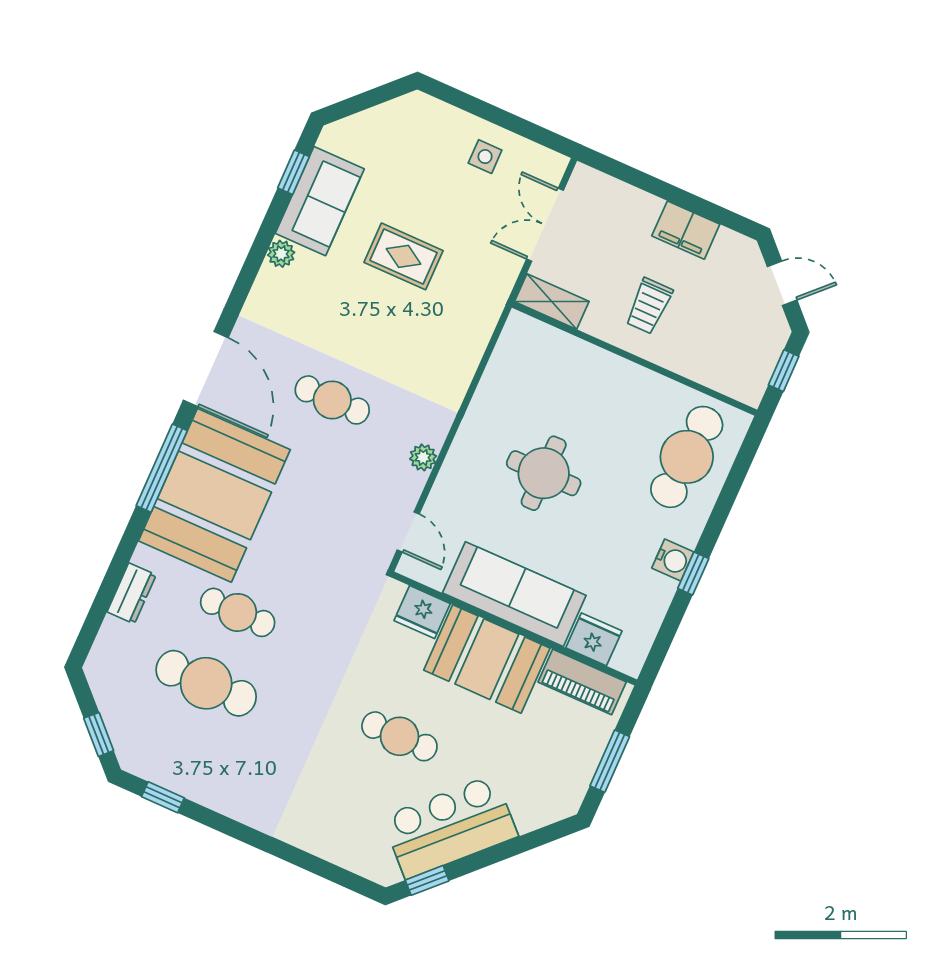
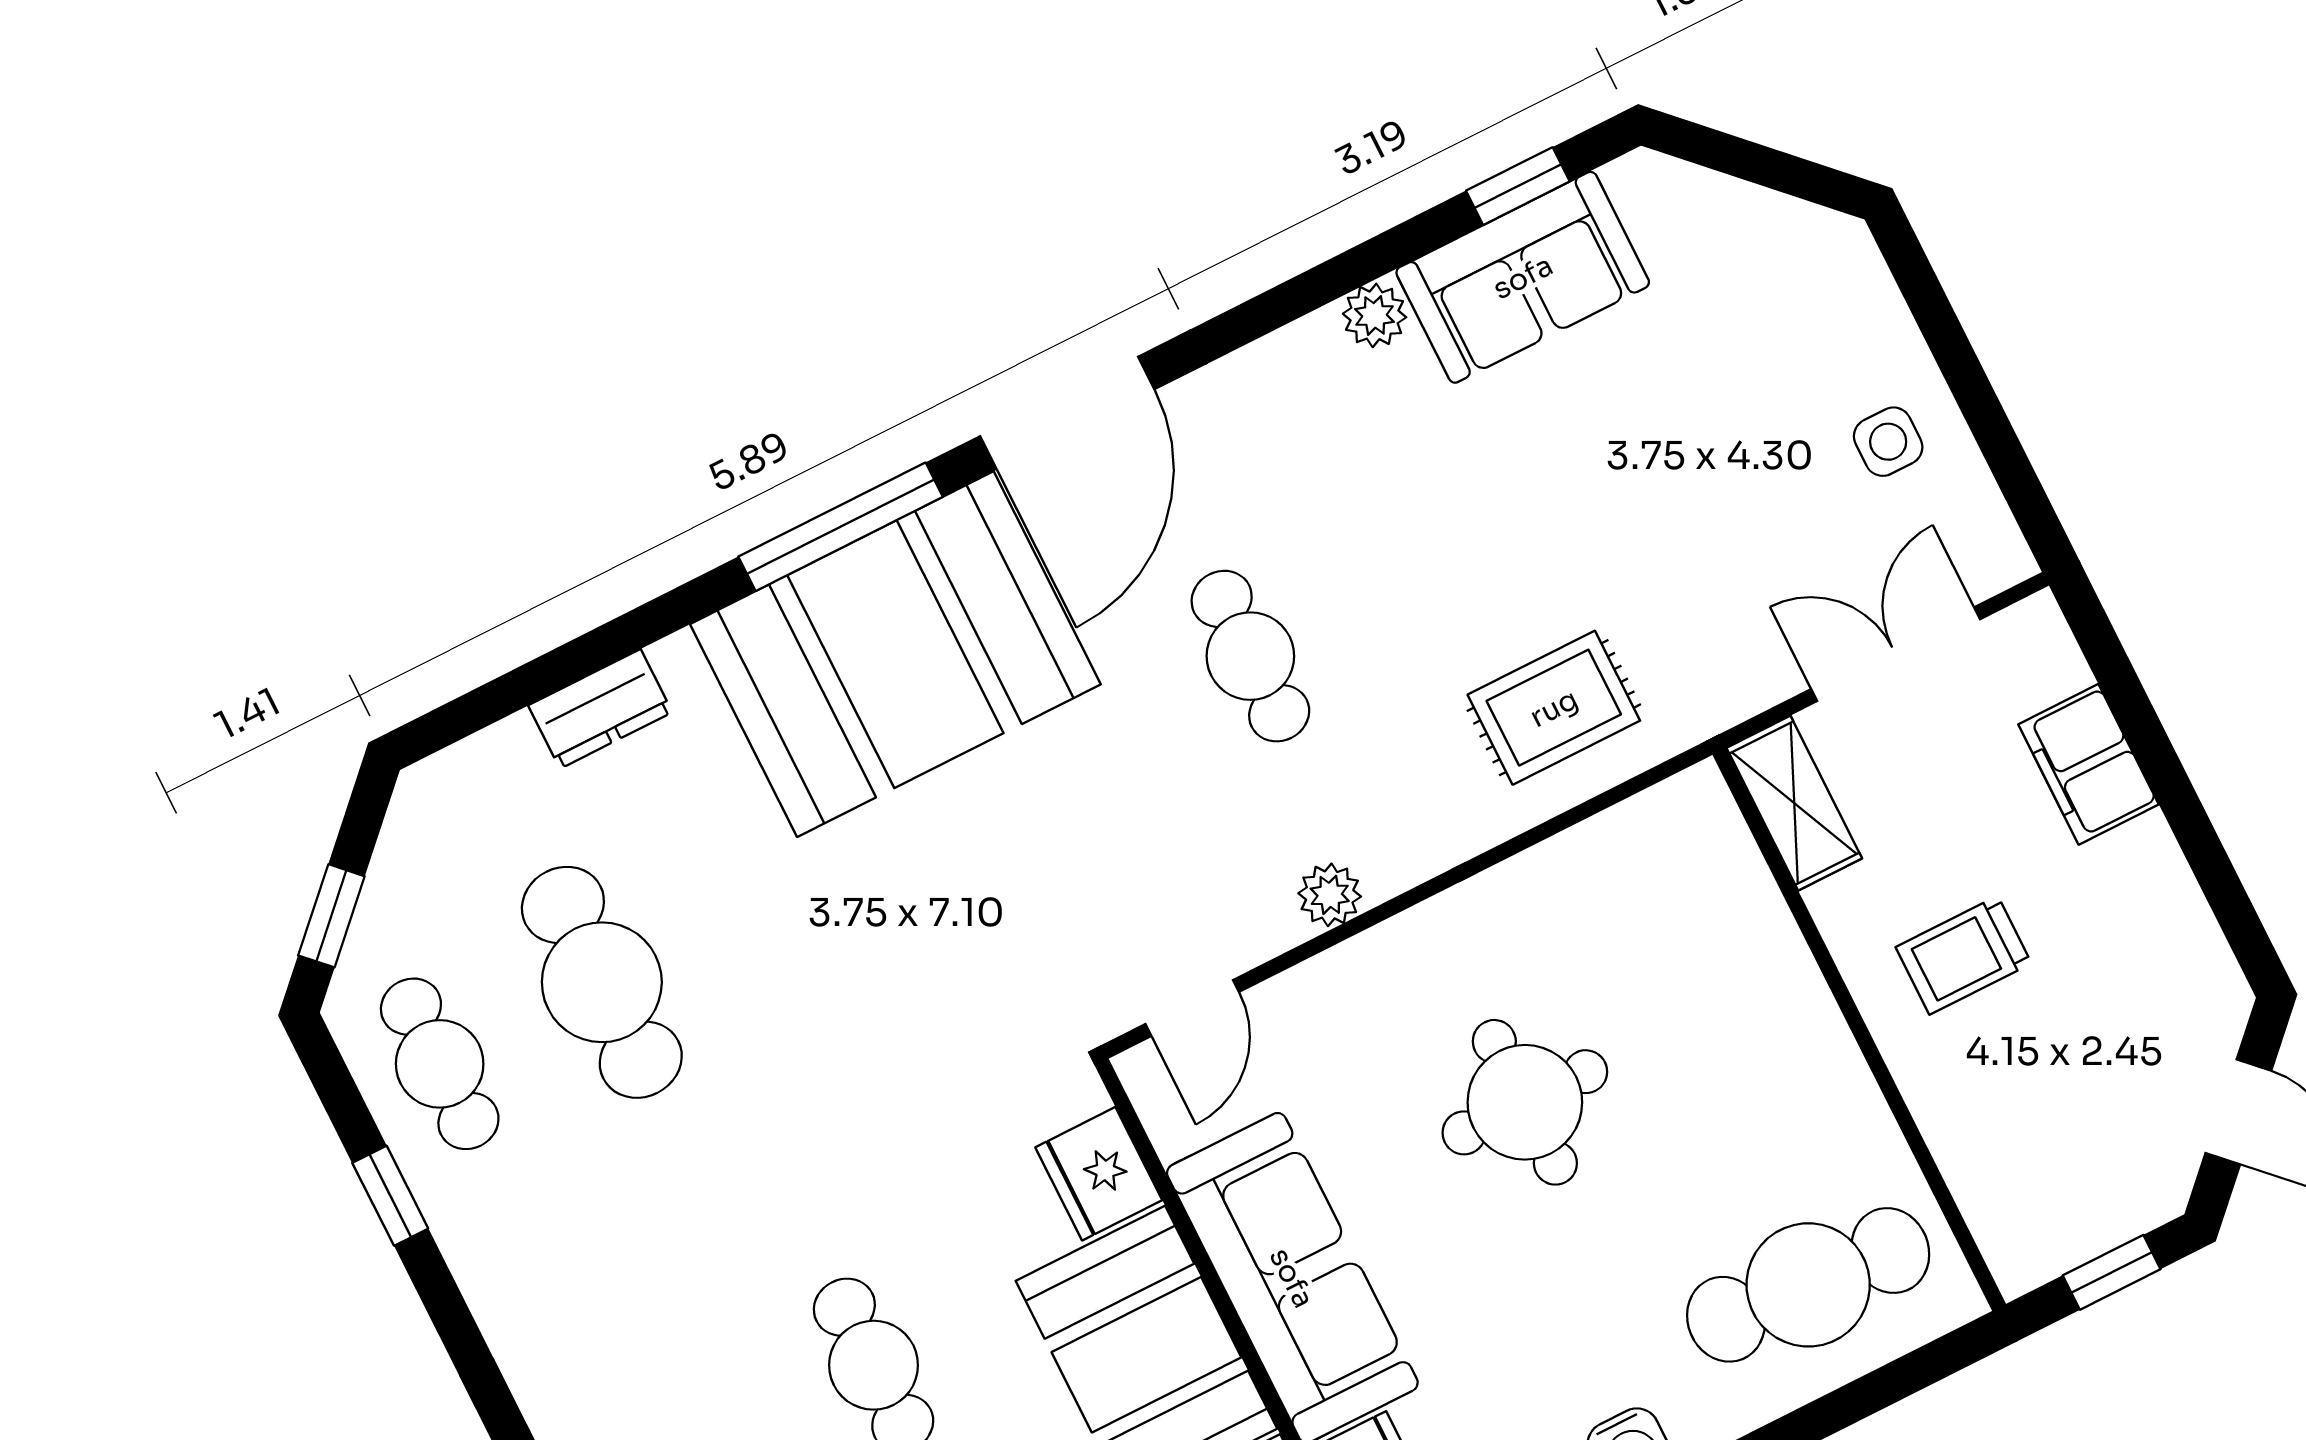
filing cabinet: (686, 230) -> (2088, 764), moved
rug: (404, 256) -> (1554, 708), moved, turned 90
cafe table: (238, 612) -> (440, 1064), moved
window: (163, 797) -> (390, 1196), moved

